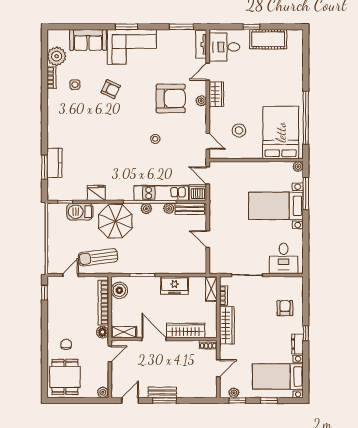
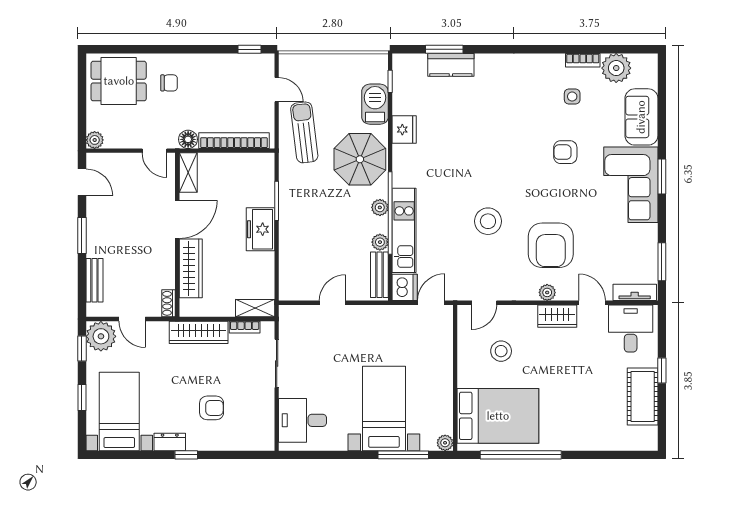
armchair: (111, 89) -> (565, 152), turned 65
stool: (155, 139) -> (488, 221), width x1.89, depth x1.89
freezer: (175, 285) -> (261, 229), moved
boiler: (119, 290) -> (253, 165), removed
armchair: (285, 308) -> (212, 408), moved
bench: (162, 392) -> (94, 280), moved
plant: (234, 393) -> (101, 336), width x1.88, depth x1.88

